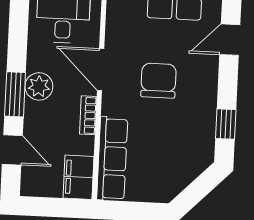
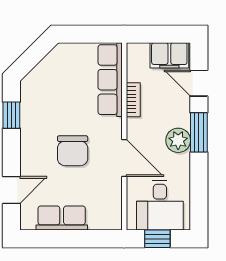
bookcase: (88, 115) -> (133, 100), moved
filing cabinet: (78, 177) -> (169, 55), moved, turned 90

